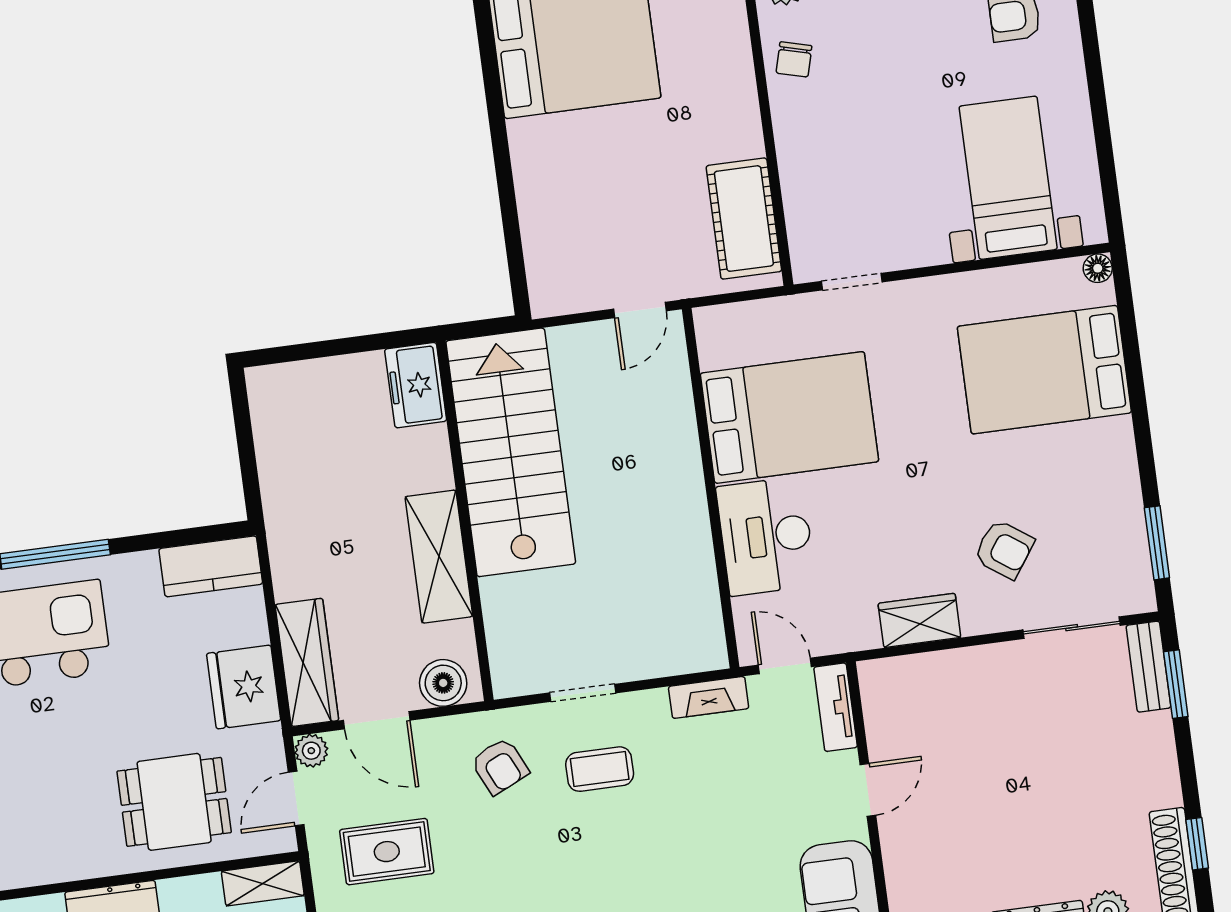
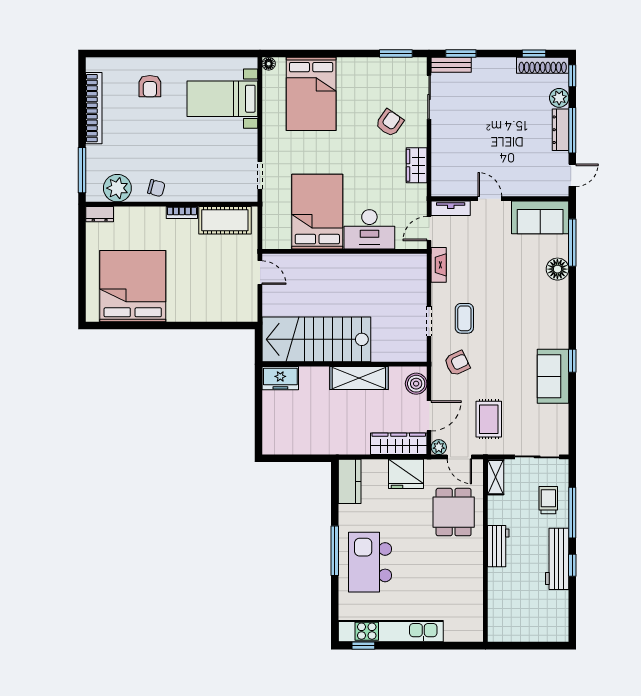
bookcase: (748, 123) -> (182, 212), added

